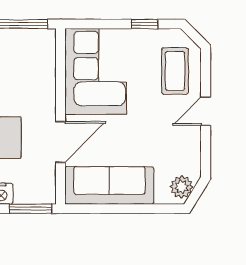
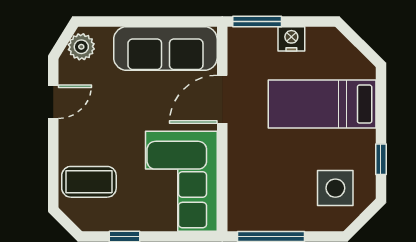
coffee table: (175, 71) -> (89, 182), turned 90
door: (206, 111) -> (53, 102), moved

